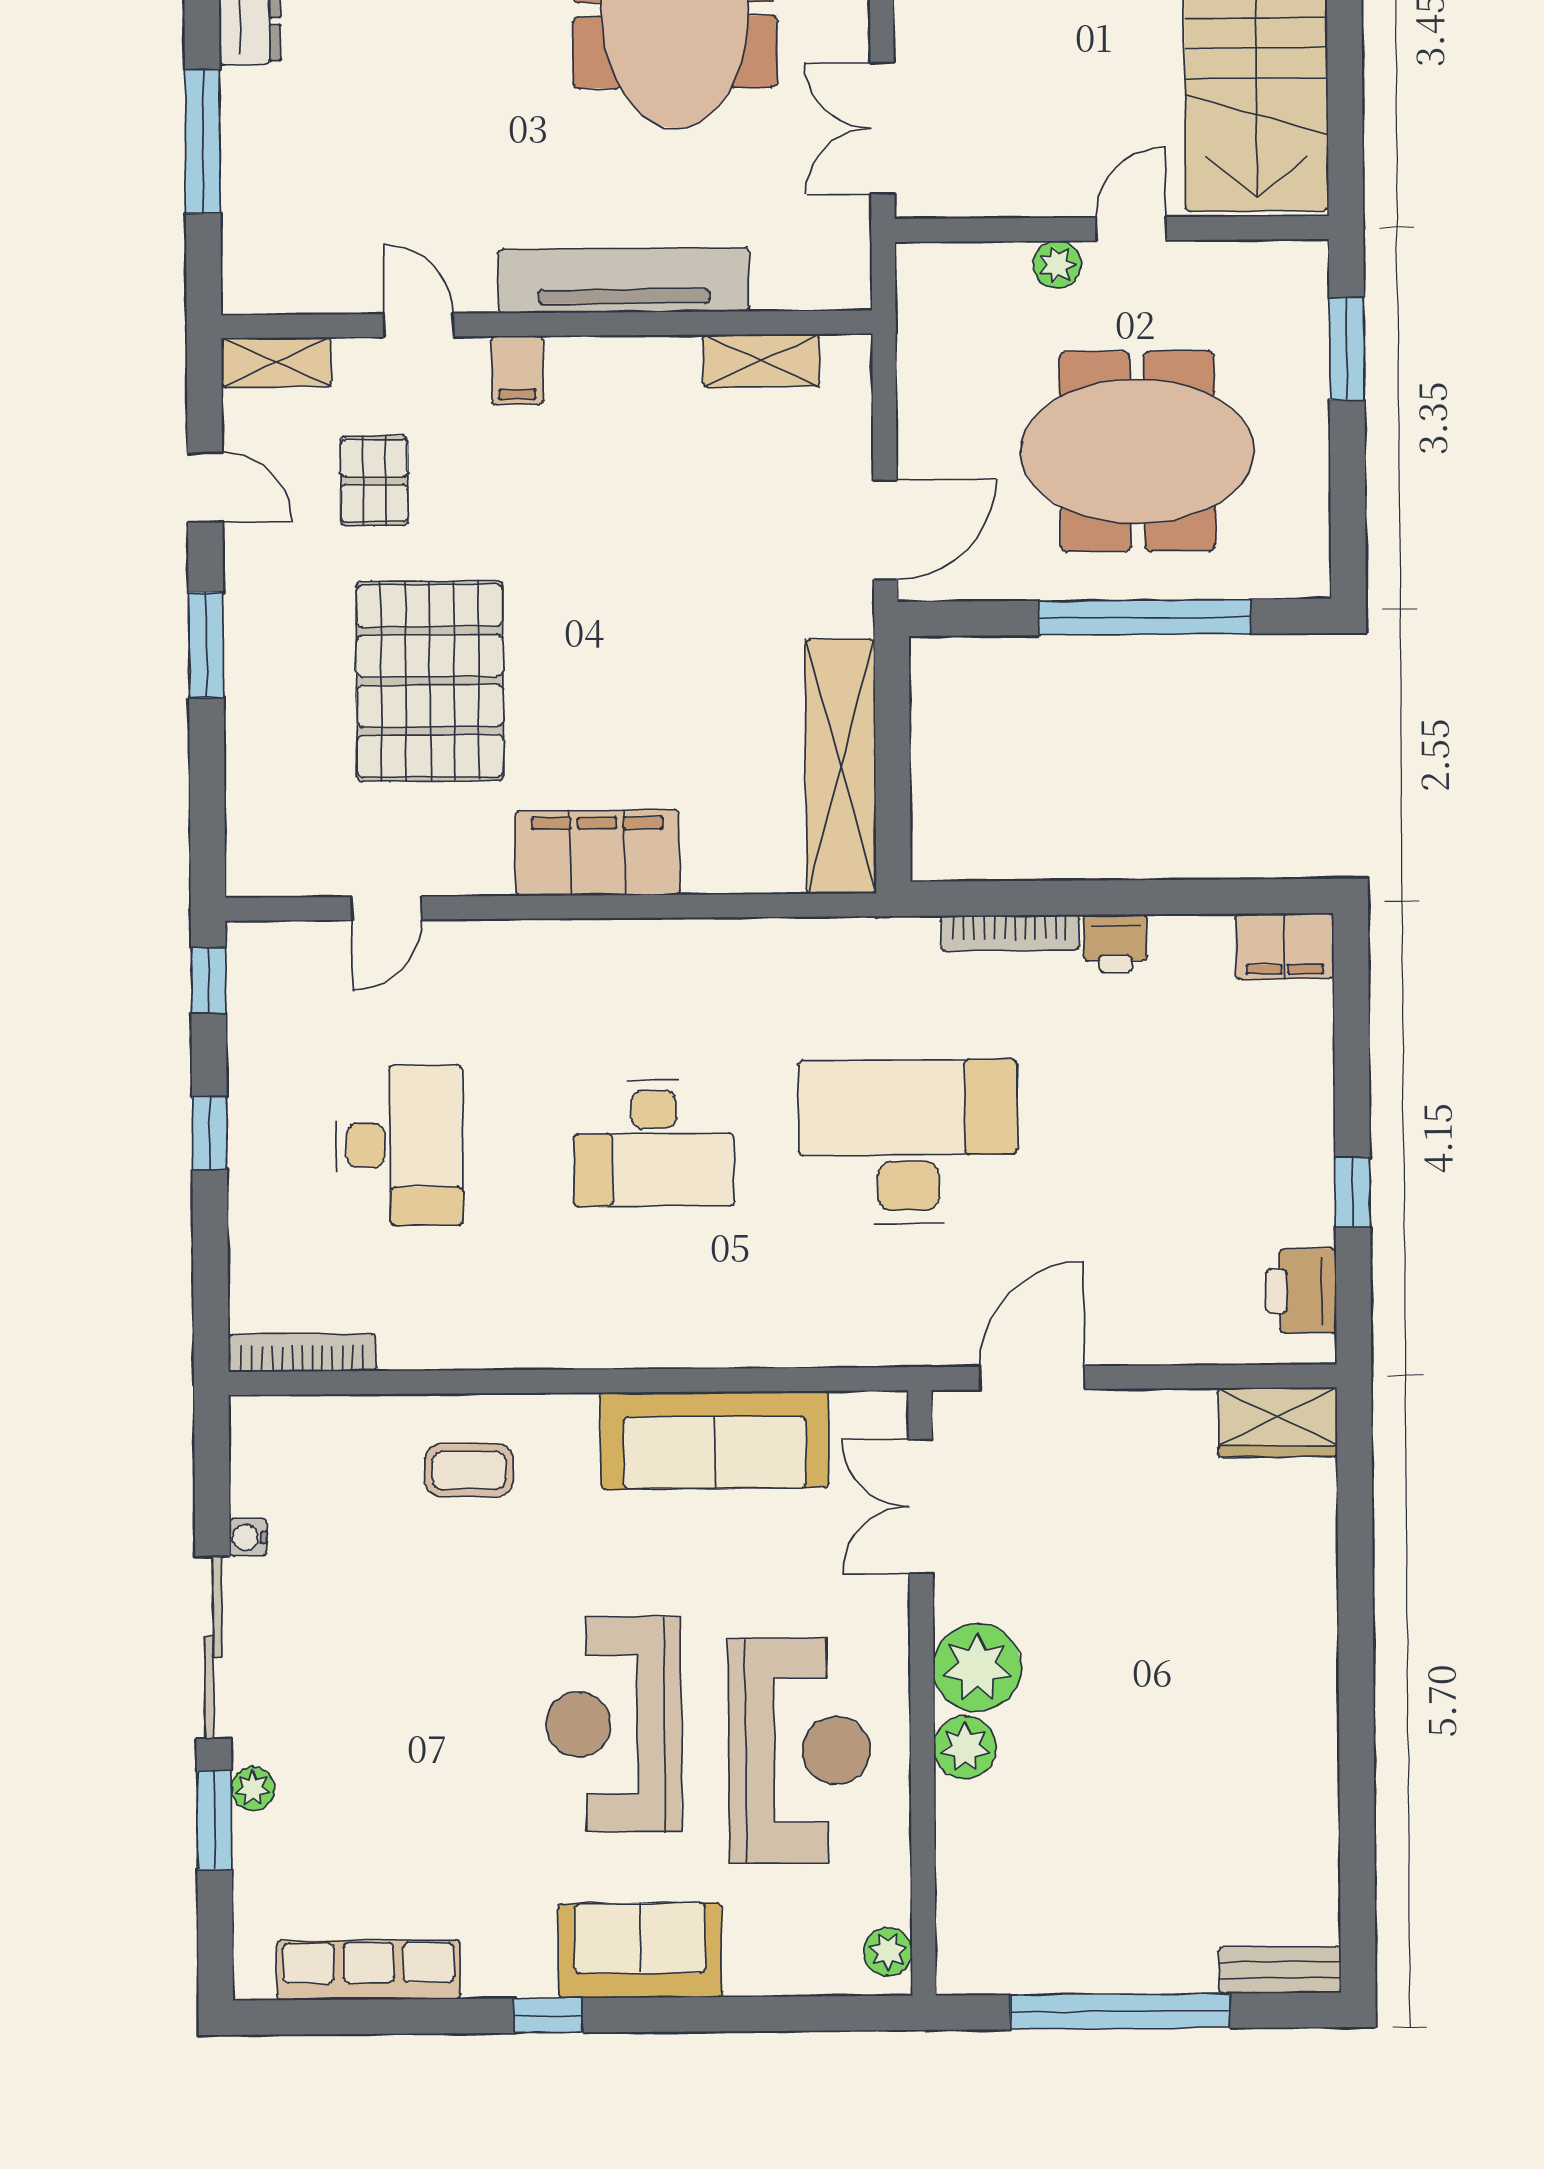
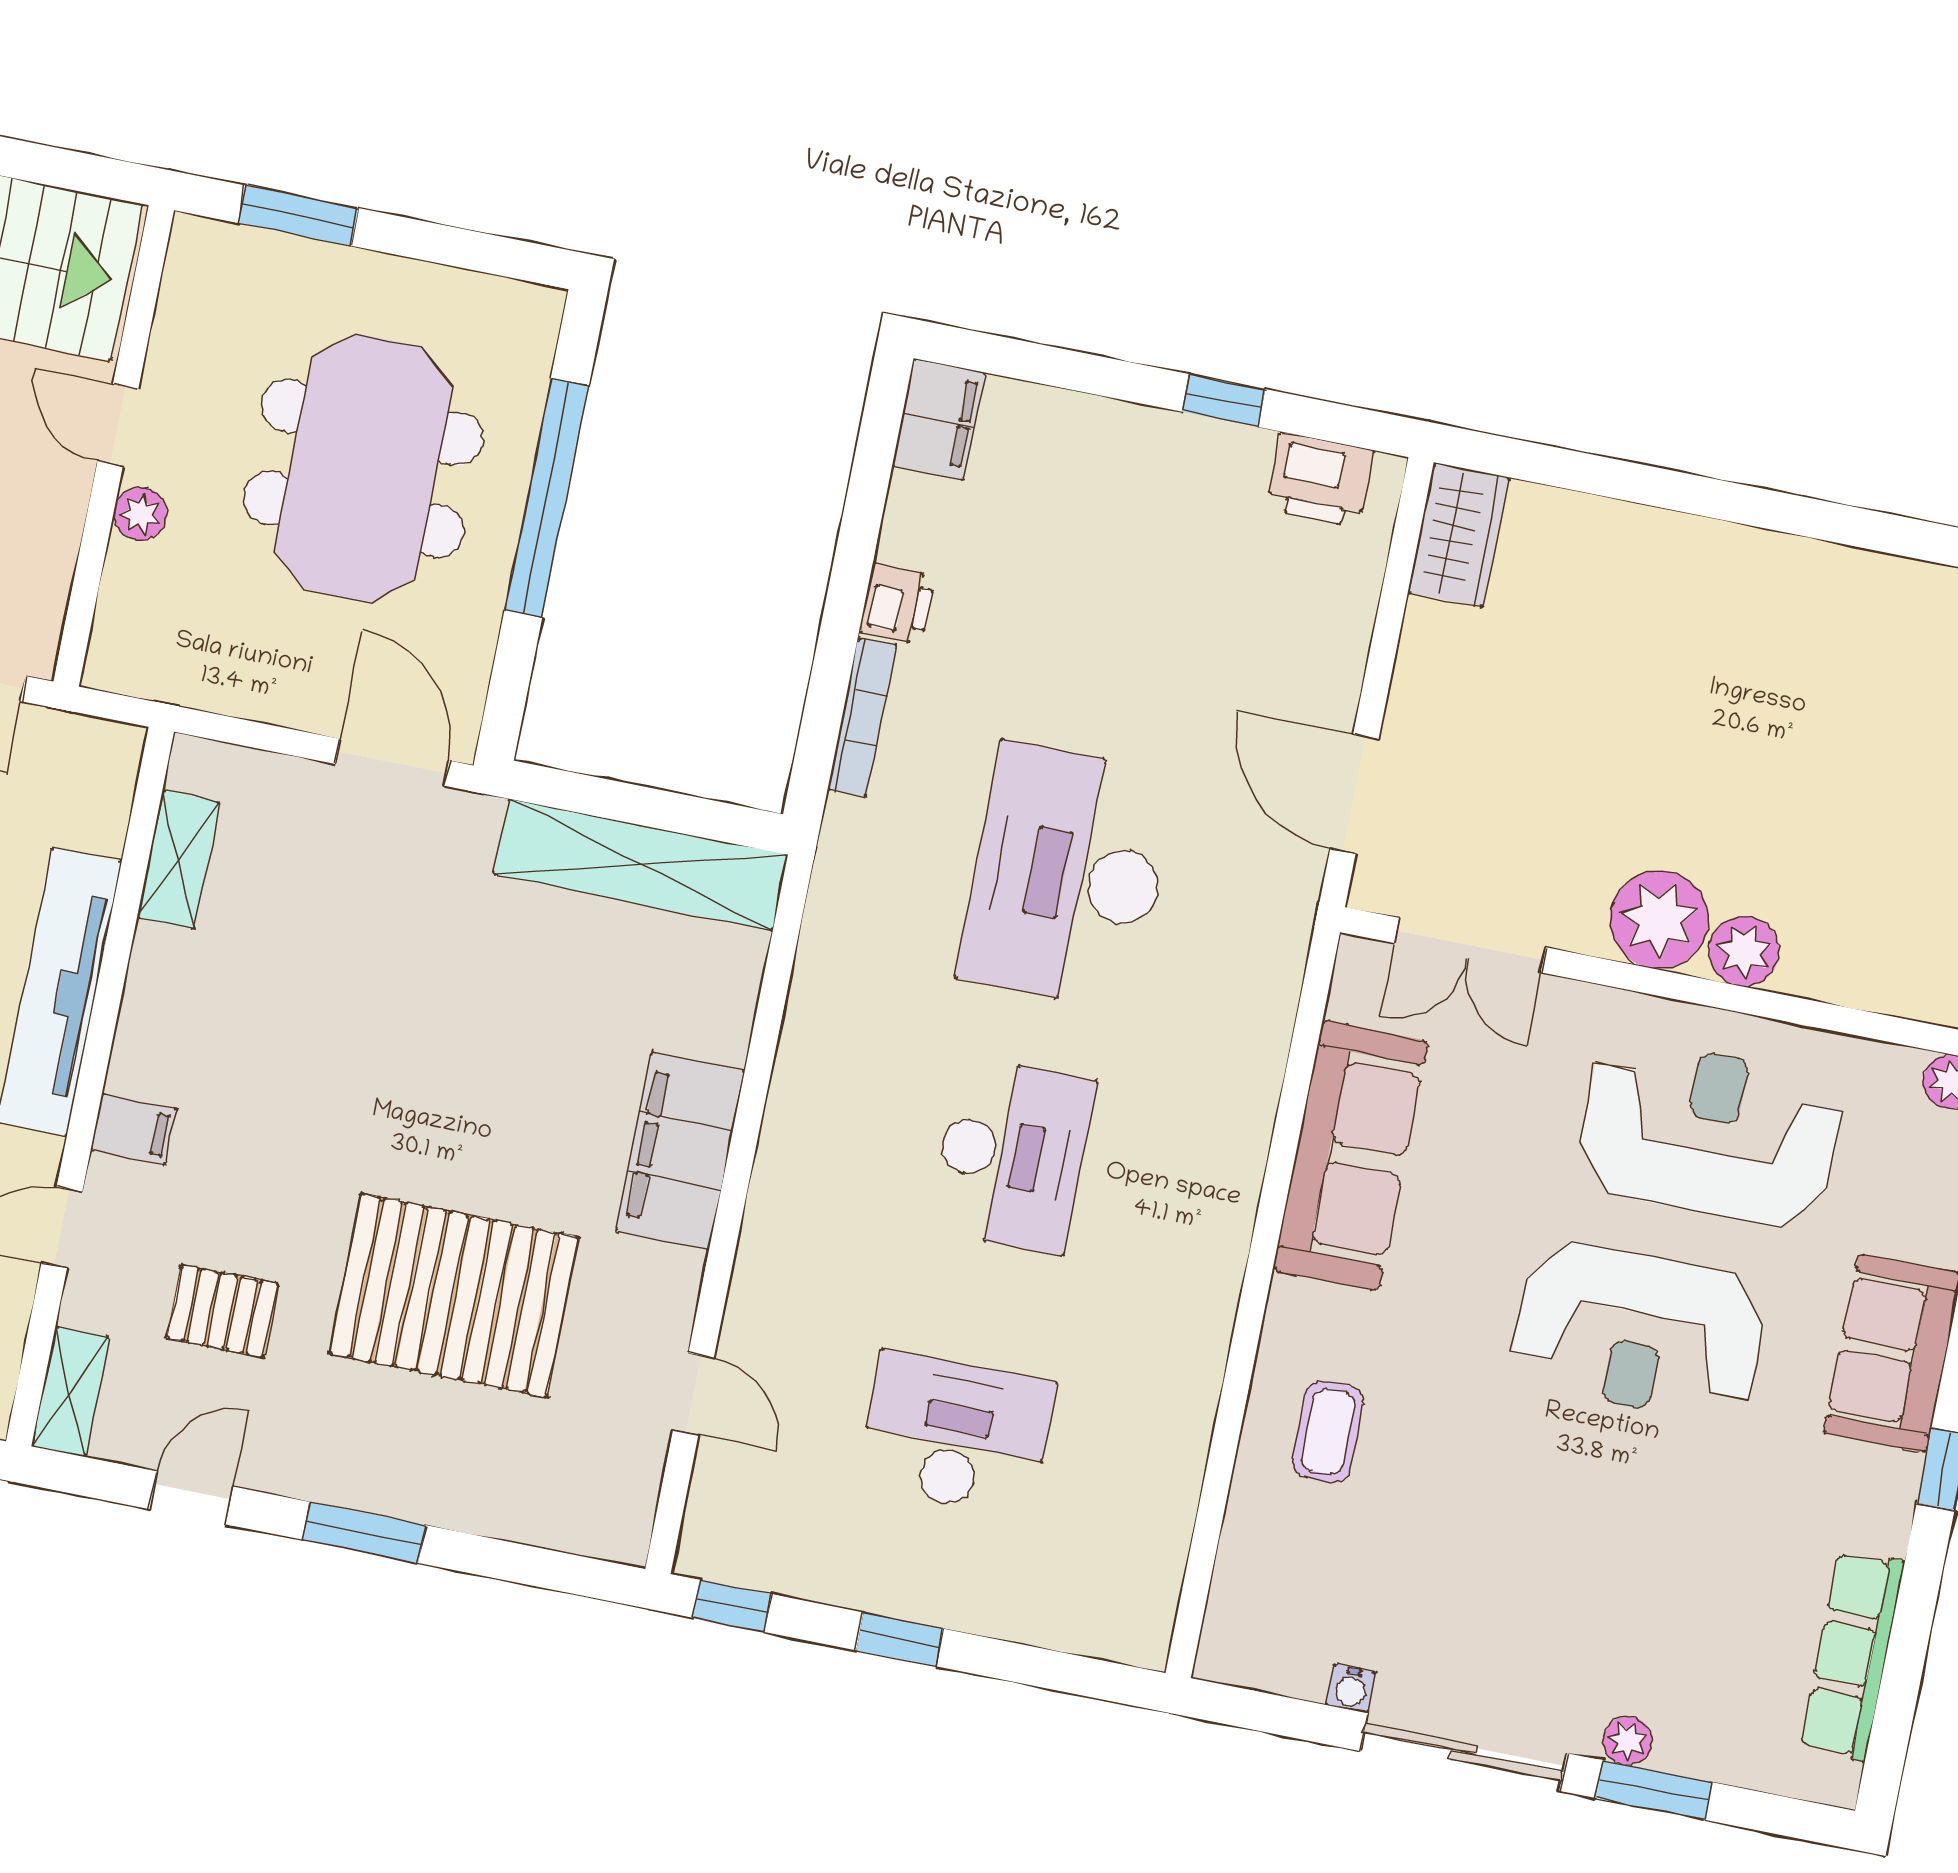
bookcase: (302, 1353) -> (1161, 1588), removed

